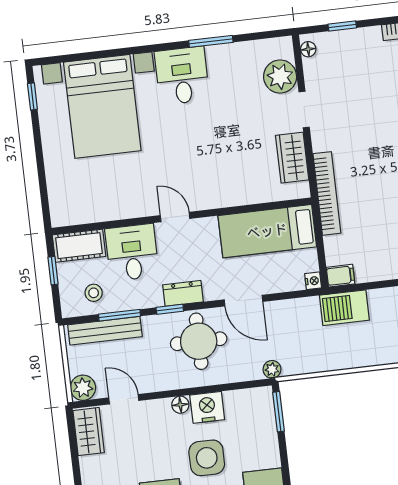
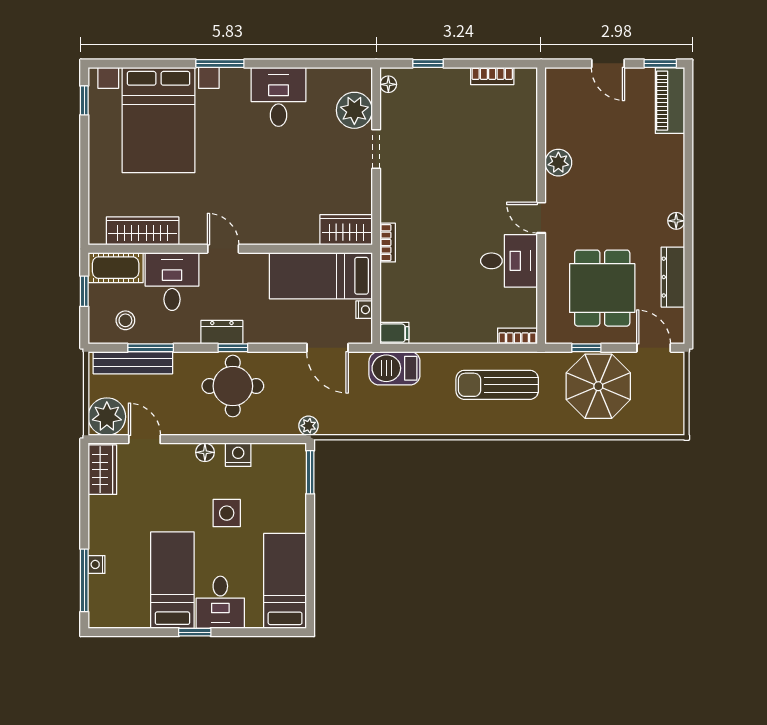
window: (211, 41) -> (220, 63), moved
desk: (182, 76) -> (279, 97), moved
wardrobe: (292, 158) -> (346, 230), moved, turned 90
bookcase: (327, 193) -> (388, 243), width x0.43, depth x0.76
wardrobe: (100, 209) -> (143, 231), added
nightstand: (313, 281) -> (364, 310), moved
door: (244, 301) -> (327, 348), moved
window: (170, 309) -> (233, 348), moved
plant: (83, 388) -> (107, 417), width x1.36, depth x1.36
nightstand: (207, 407) -> (238, 455), width x0.74, depth x0.75
side table: (207, 458) -> (227, 513), width x0.73, depth x0.73

